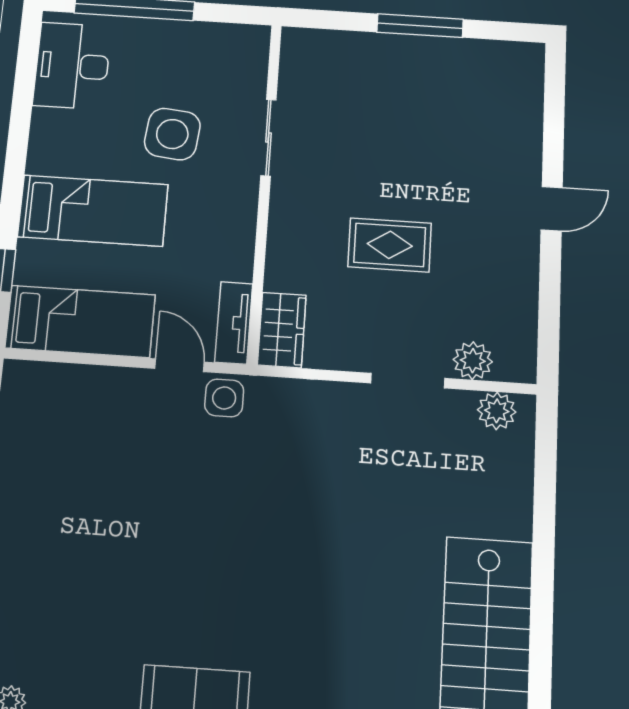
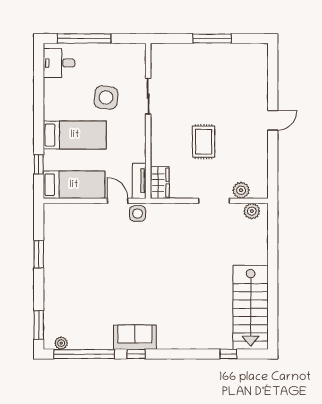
desk: (72, 66) -> (59, 63), width x0.73
rug: (390, 245) -> (204, 142), turned 90

